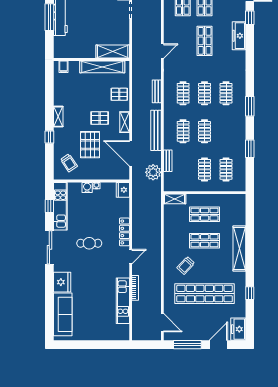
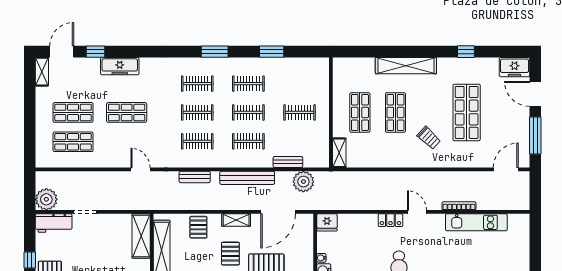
clothes rail: (226, 169) -> (248, 84), moved
locker: (124, 232) -> (390, 220), width x0.66
shop shelf: (205, 294) -> (467, 112), width x0.71

